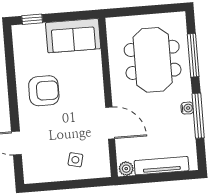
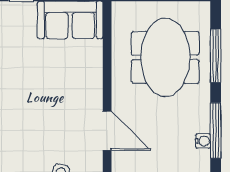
armchair: (44, 91) -> (29, 85), removed
water cooler: (187, 108) -> (203, 141), moved

